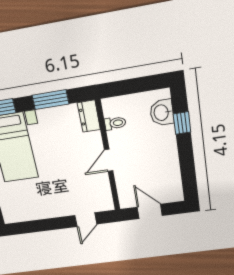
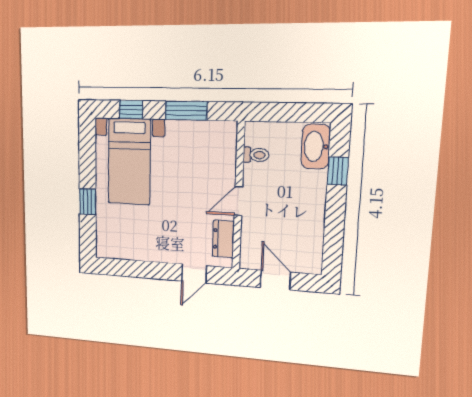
washbasin: (162, 113) -> (316, 146), width x1.38
dresser: (89, 116) -> (223, 239), moved

